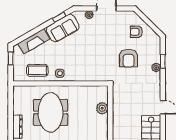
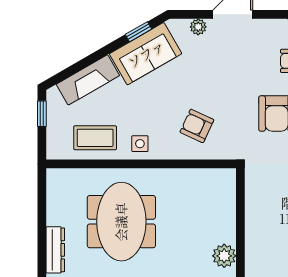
armchair: (88, 64) -> (197, 126), added
plant: (102, 108) -> (224, 256), moved

